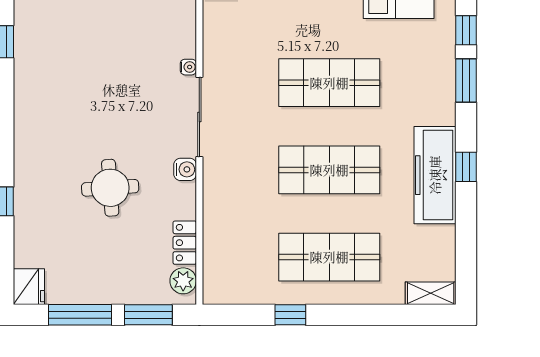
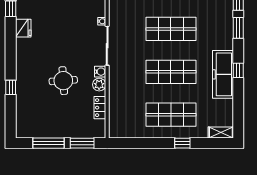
plant: (183, 281) -> (99, 85), moved
fridge: (29, 287) -> (23, 28), moved
window: (290, 315) -> (182, 143), moved

